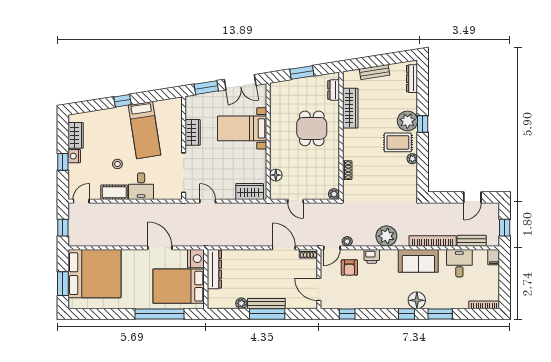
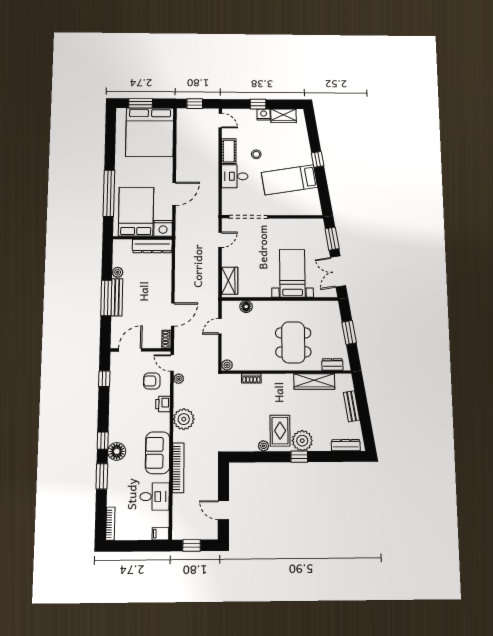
dining table: (312, 128) -> (293, 342), width x1.38
wardrobe: (193, 132) -> (288, 225), removed
bench: (472, 241) -> (178, 510), removed

